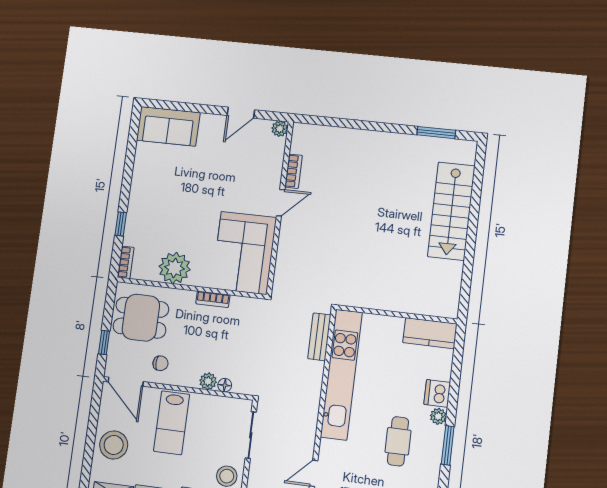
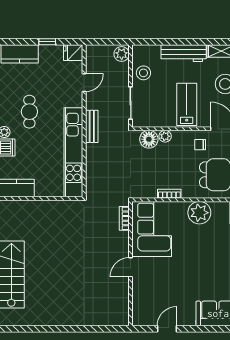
plant: (280, 129) -> (138, 320), removed
window: (436, 133) -> (28, 329), removed
bookcase: (294, 171) -> (124, 218), moved
bench: (319, 337) -> (92, 126), moved
floor lamp: (225, 385) -> (149, 139), width x1.89, depth x1.89

